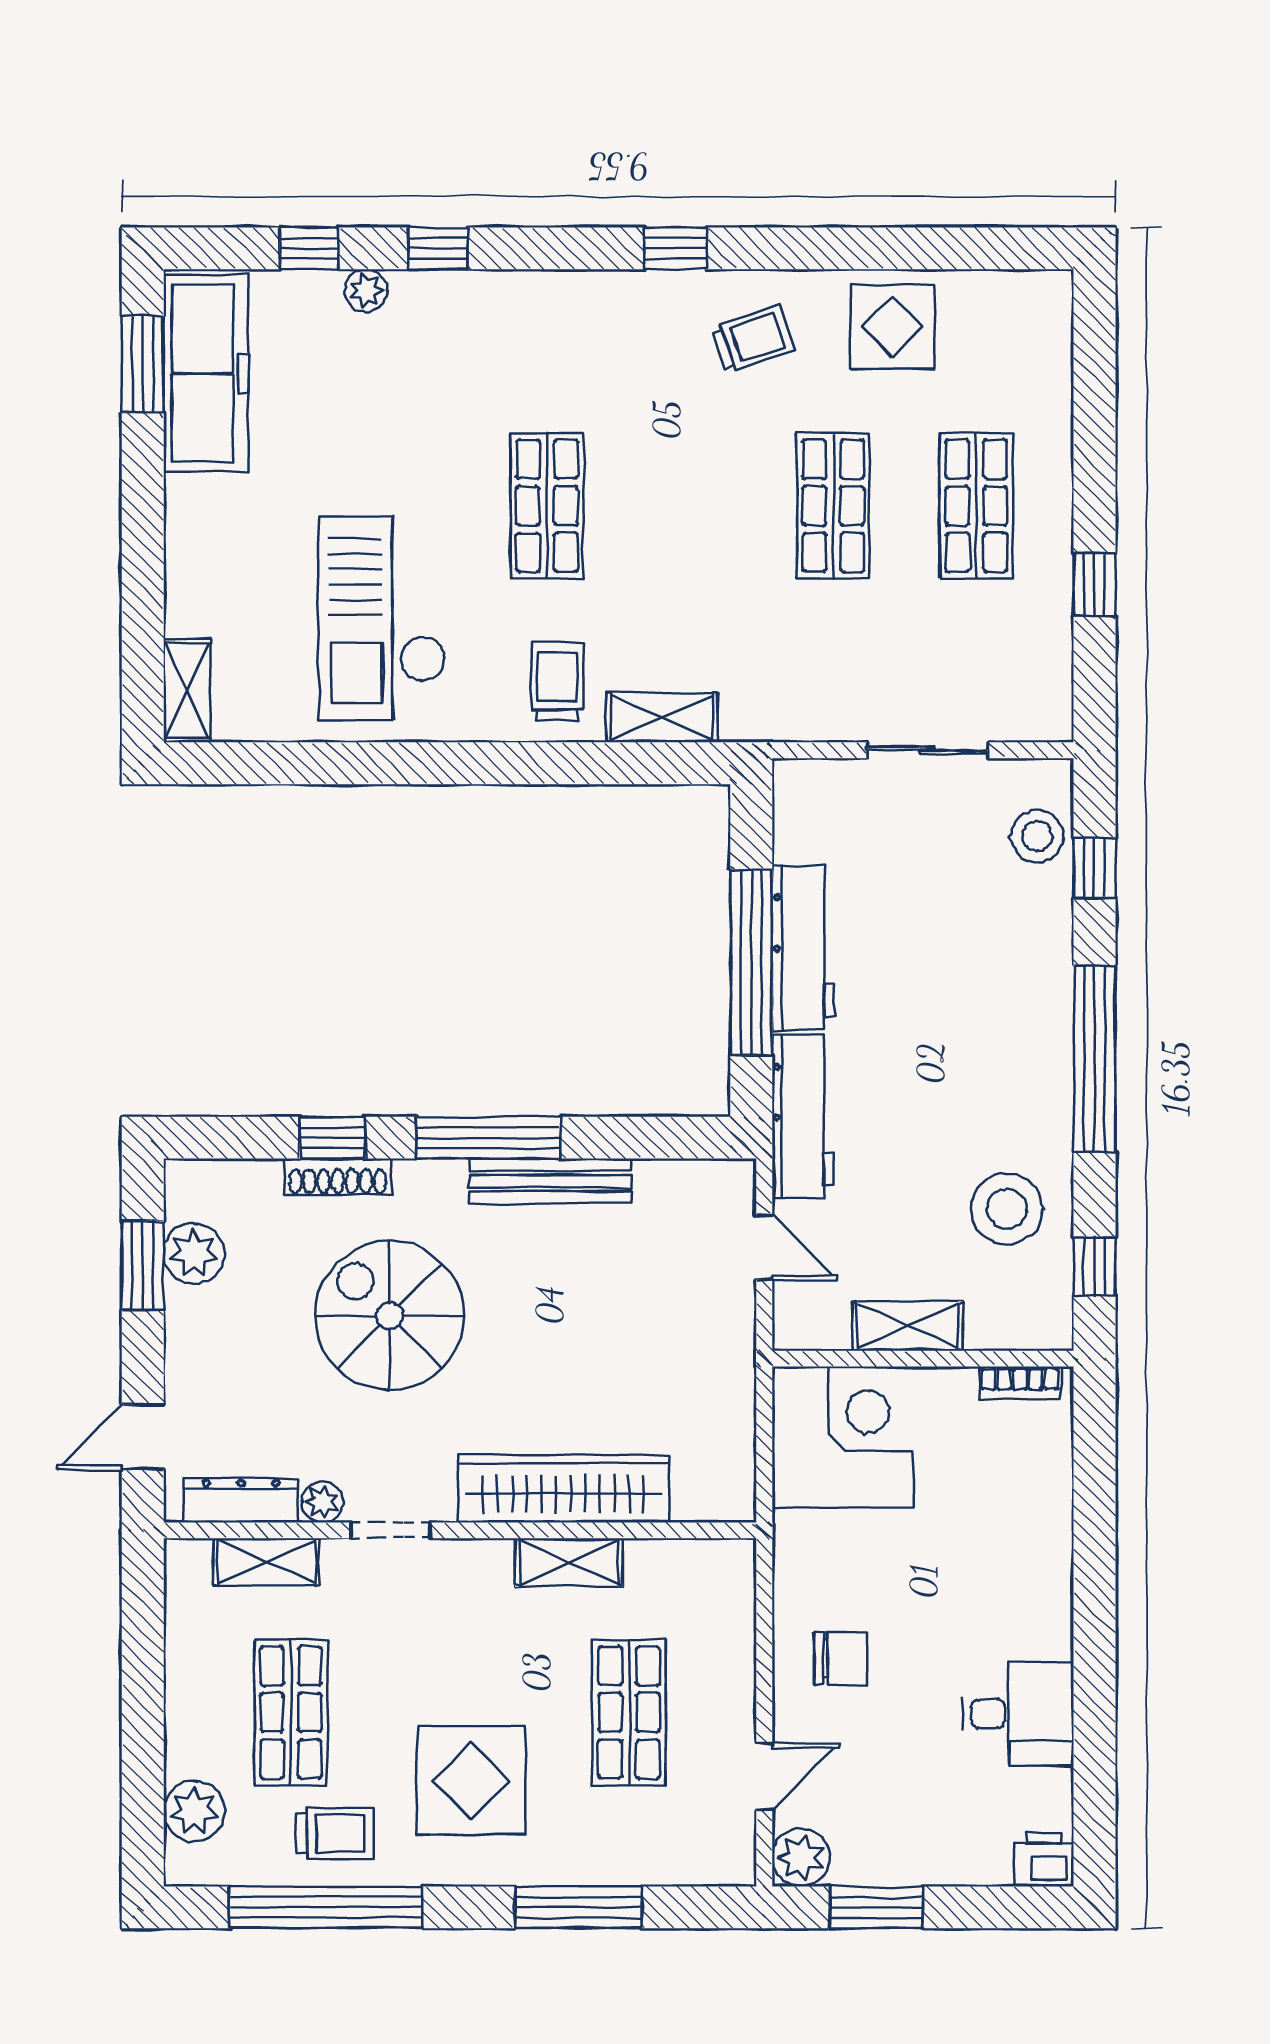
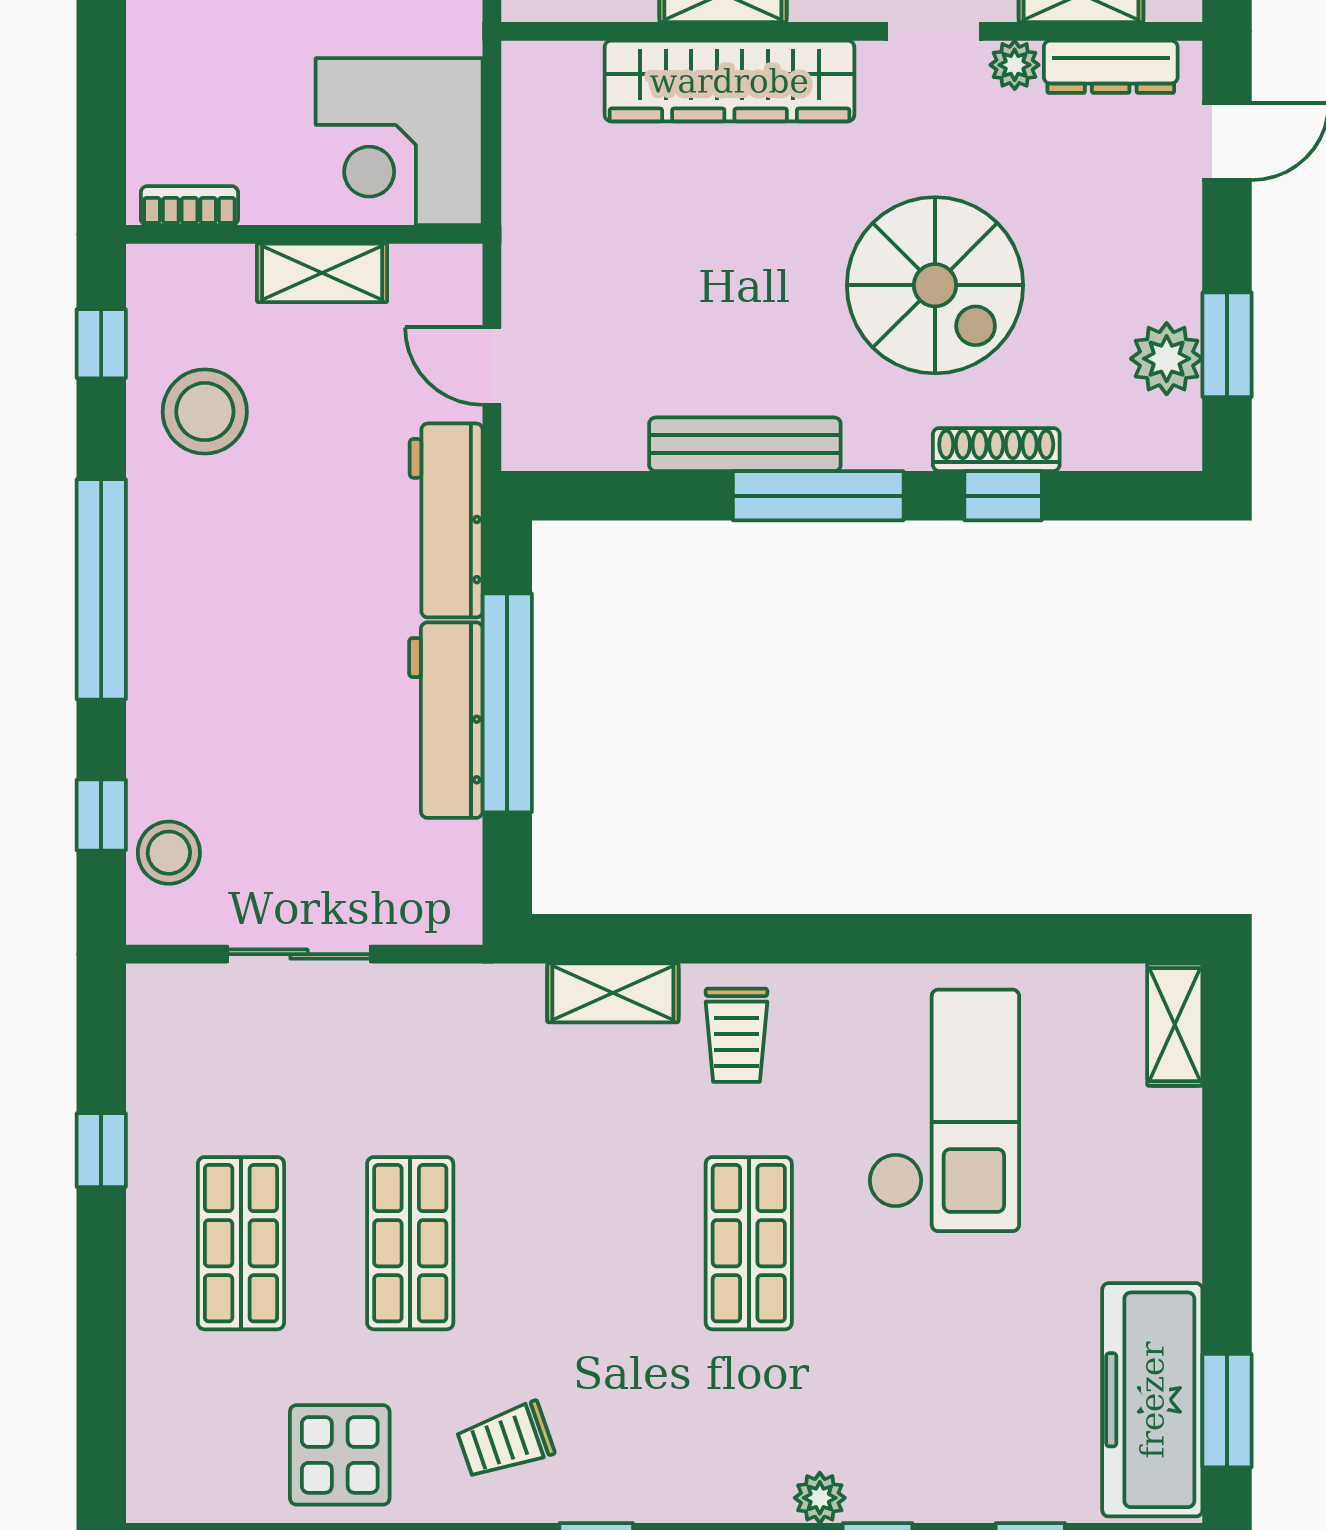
plant: (366, 290) -> (820, 1498), moved

